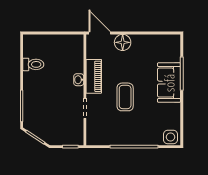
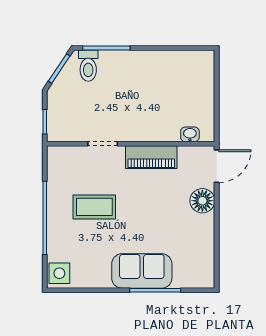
toilet: (33, 64) -> (88, 66), moved
washbasin: (79, 80) -> (190, 134), moved
coffee table: (125, 97) -> (94, 207), moved

